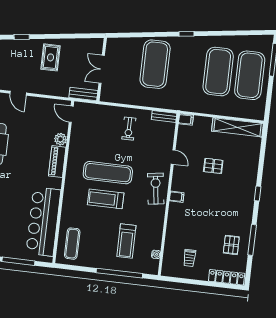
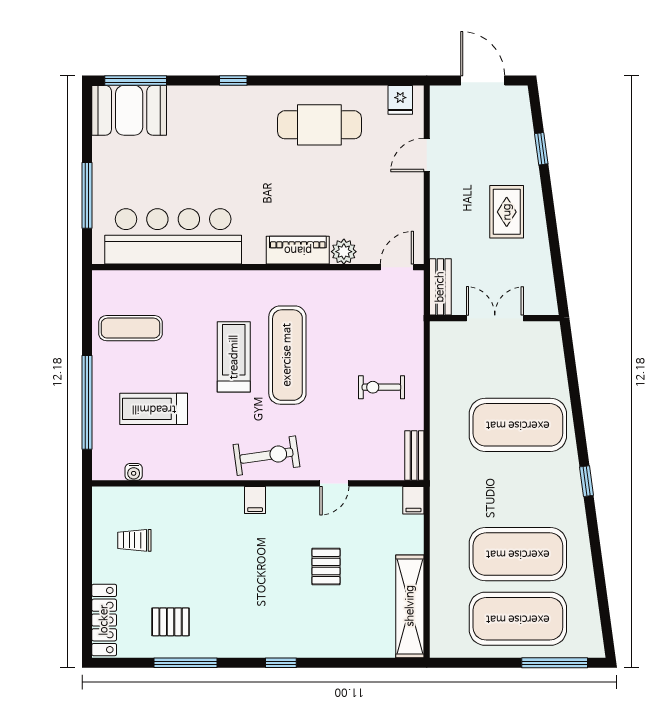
rug: (50, 57) -> (507, 212), turned 90
exercise mat: (72, 244) -> (130, 328), moved

